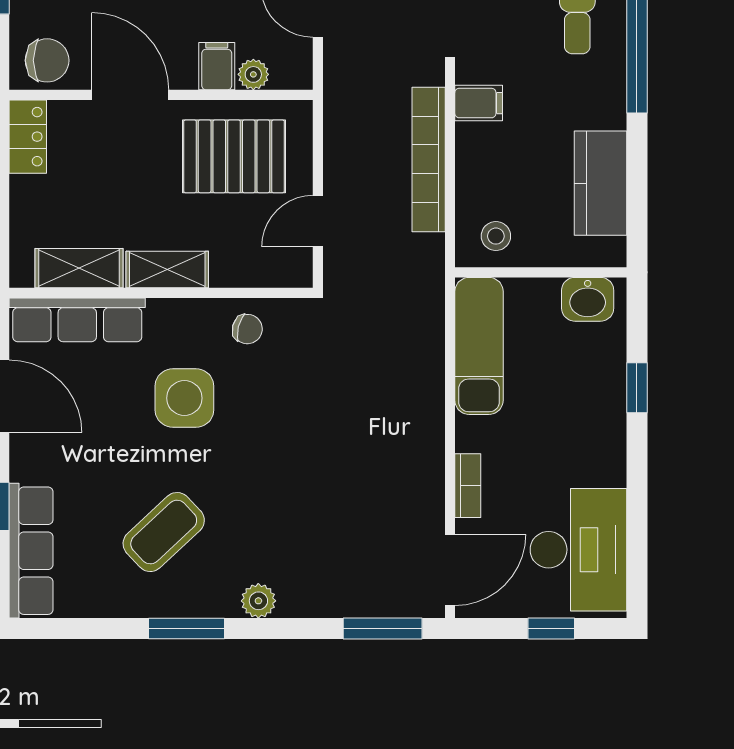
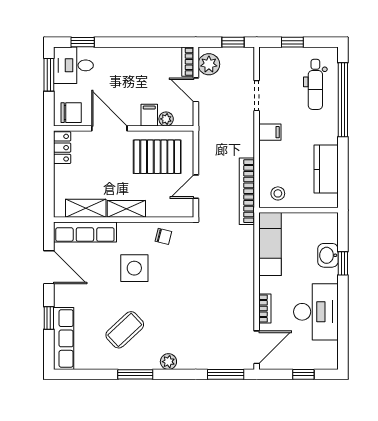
bookcase: (429, 159) -> (247, 191), moved
washbasin: (588, 299) -> (328, 255), moved, turned 90
desk: (578, 550) -> (316, 312), moved

